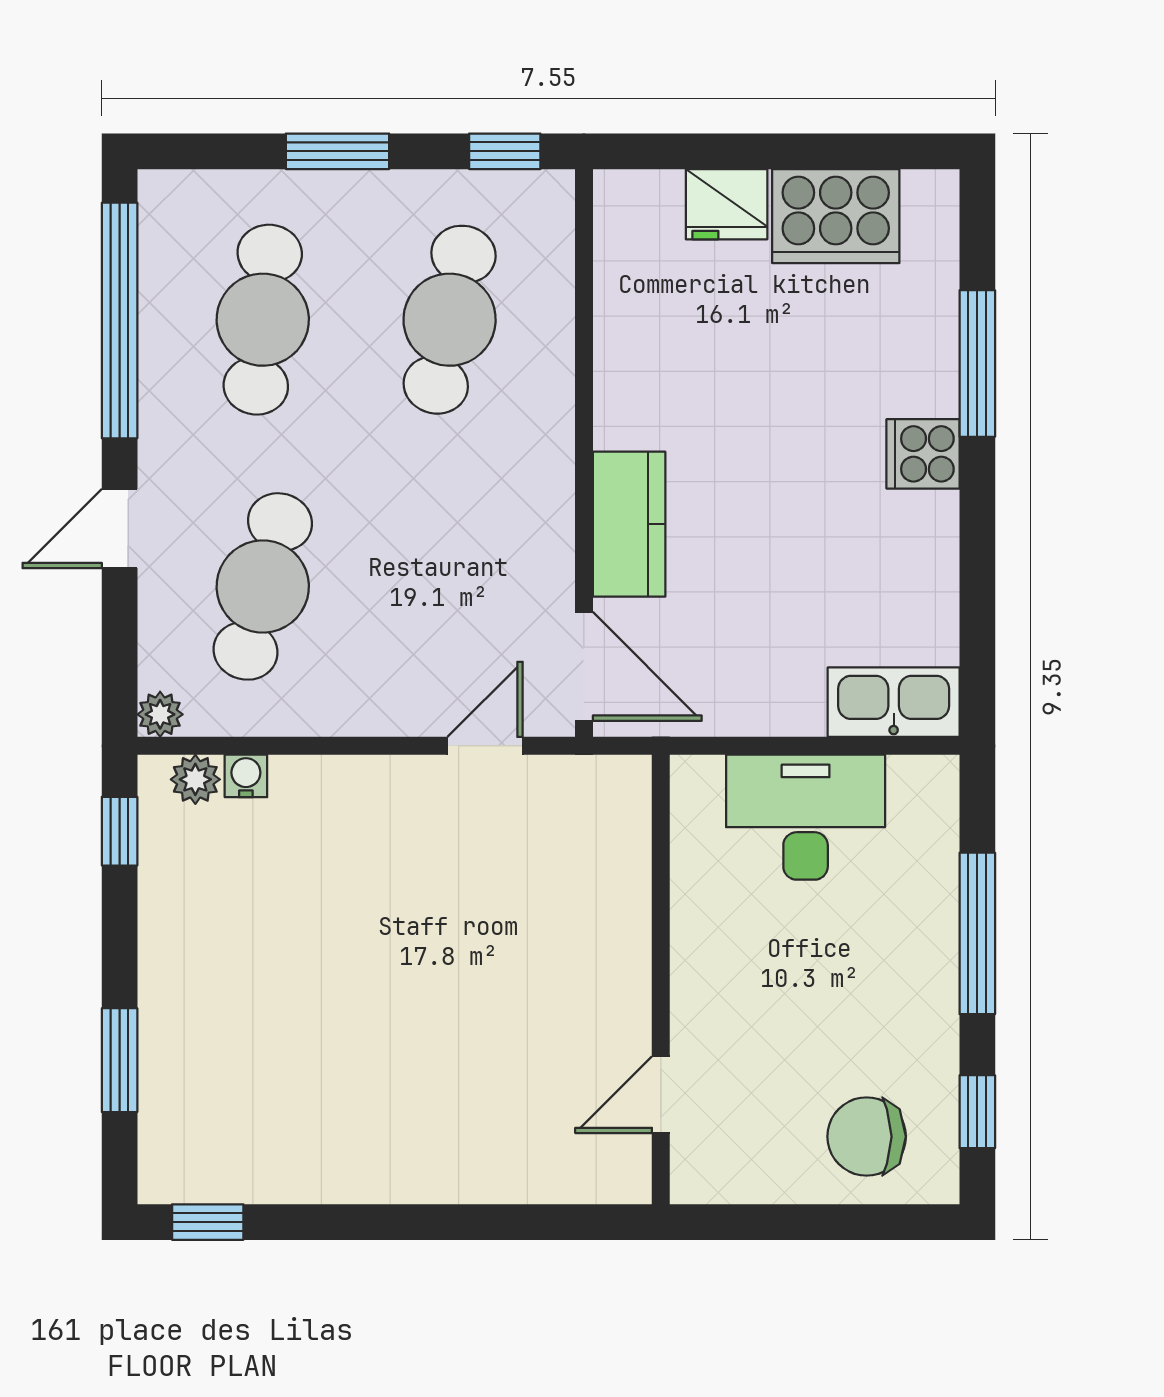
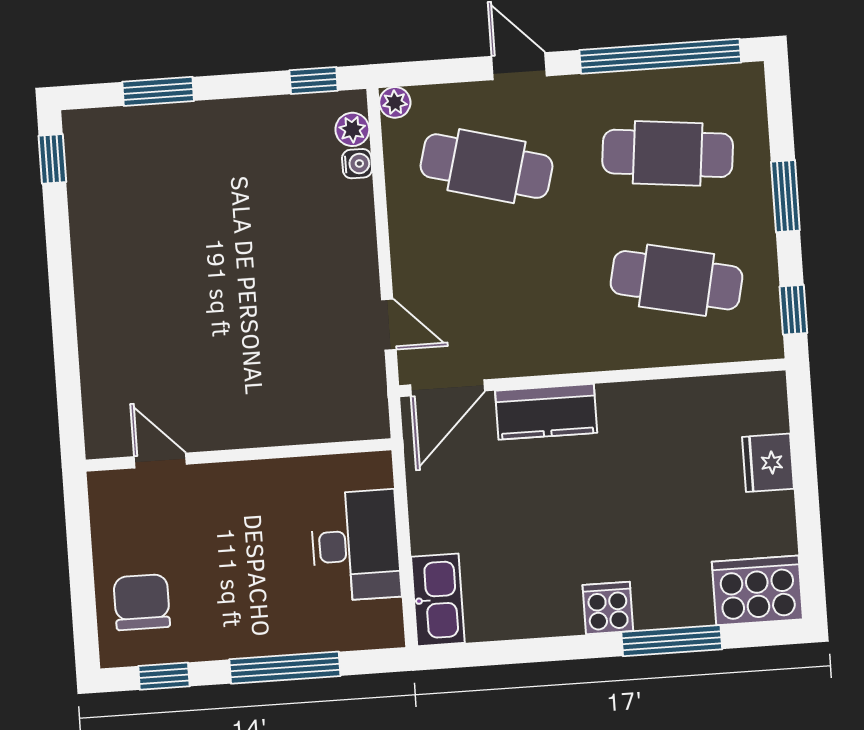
cooker: (836, 216) -> (757, 590), moved, turned 90

